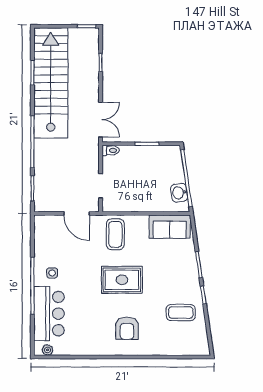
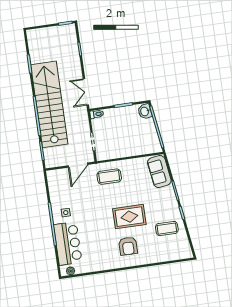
stairs: (51, 83) -> (49, 104), moved
double door: (101, 120) -> (86, 92), swing flipped
washbasin: (179, 193) -> (145, 111), moved
door: (77, 213) -> (78, 165), hinge flipped
sofa: (170, 227) -> (159, 172), moved, turned 82
coffee table: (115, 234) -> (109, 177), turned 90
rug: (122, 280) -> (129, 217), moved

